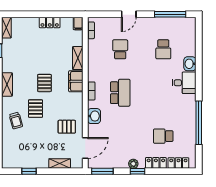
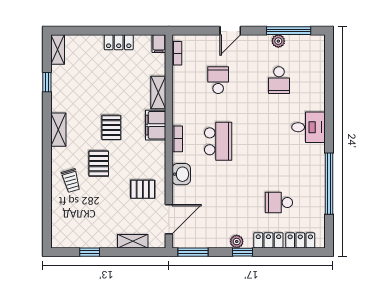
plant: (163, 22) -> (278, 41), added
washbasin: (190, 64) -> (317, 101), removed

